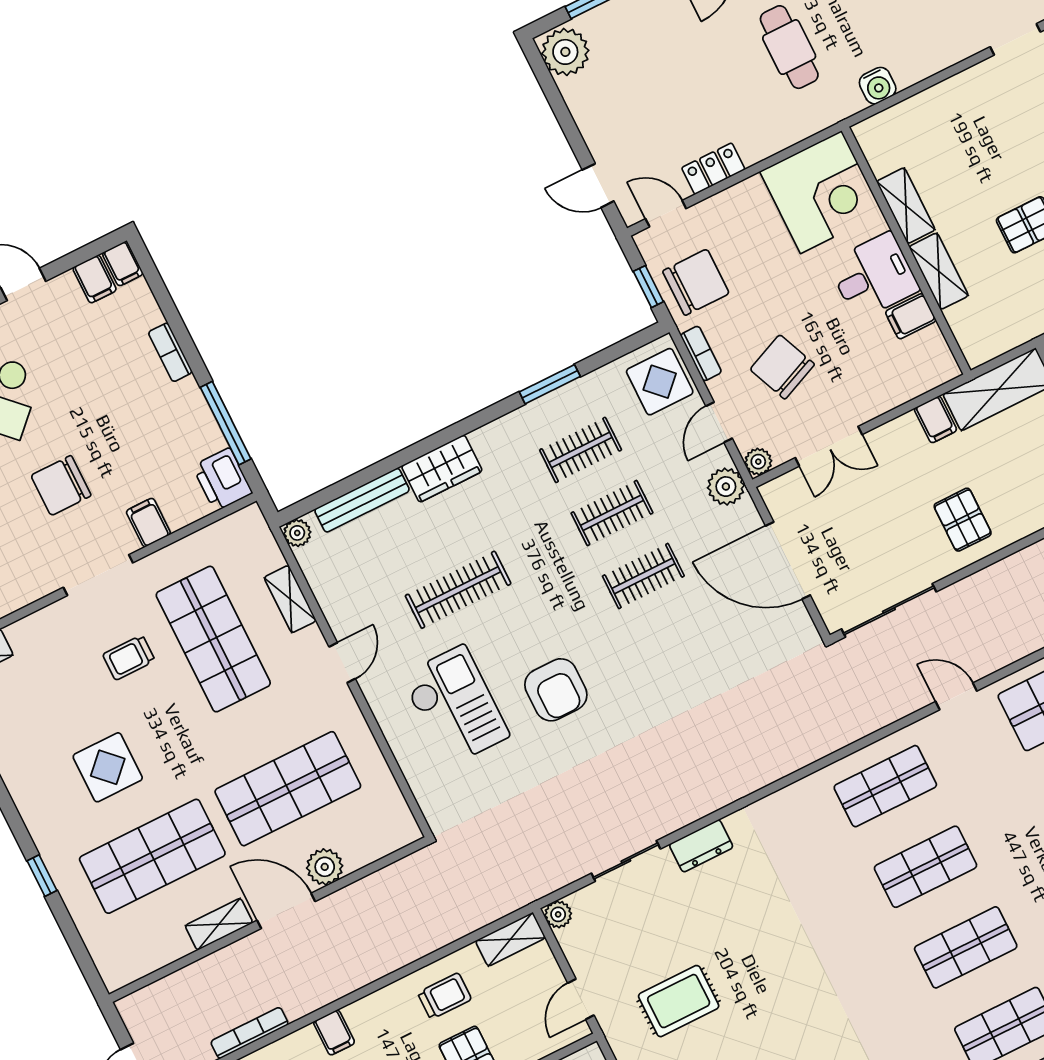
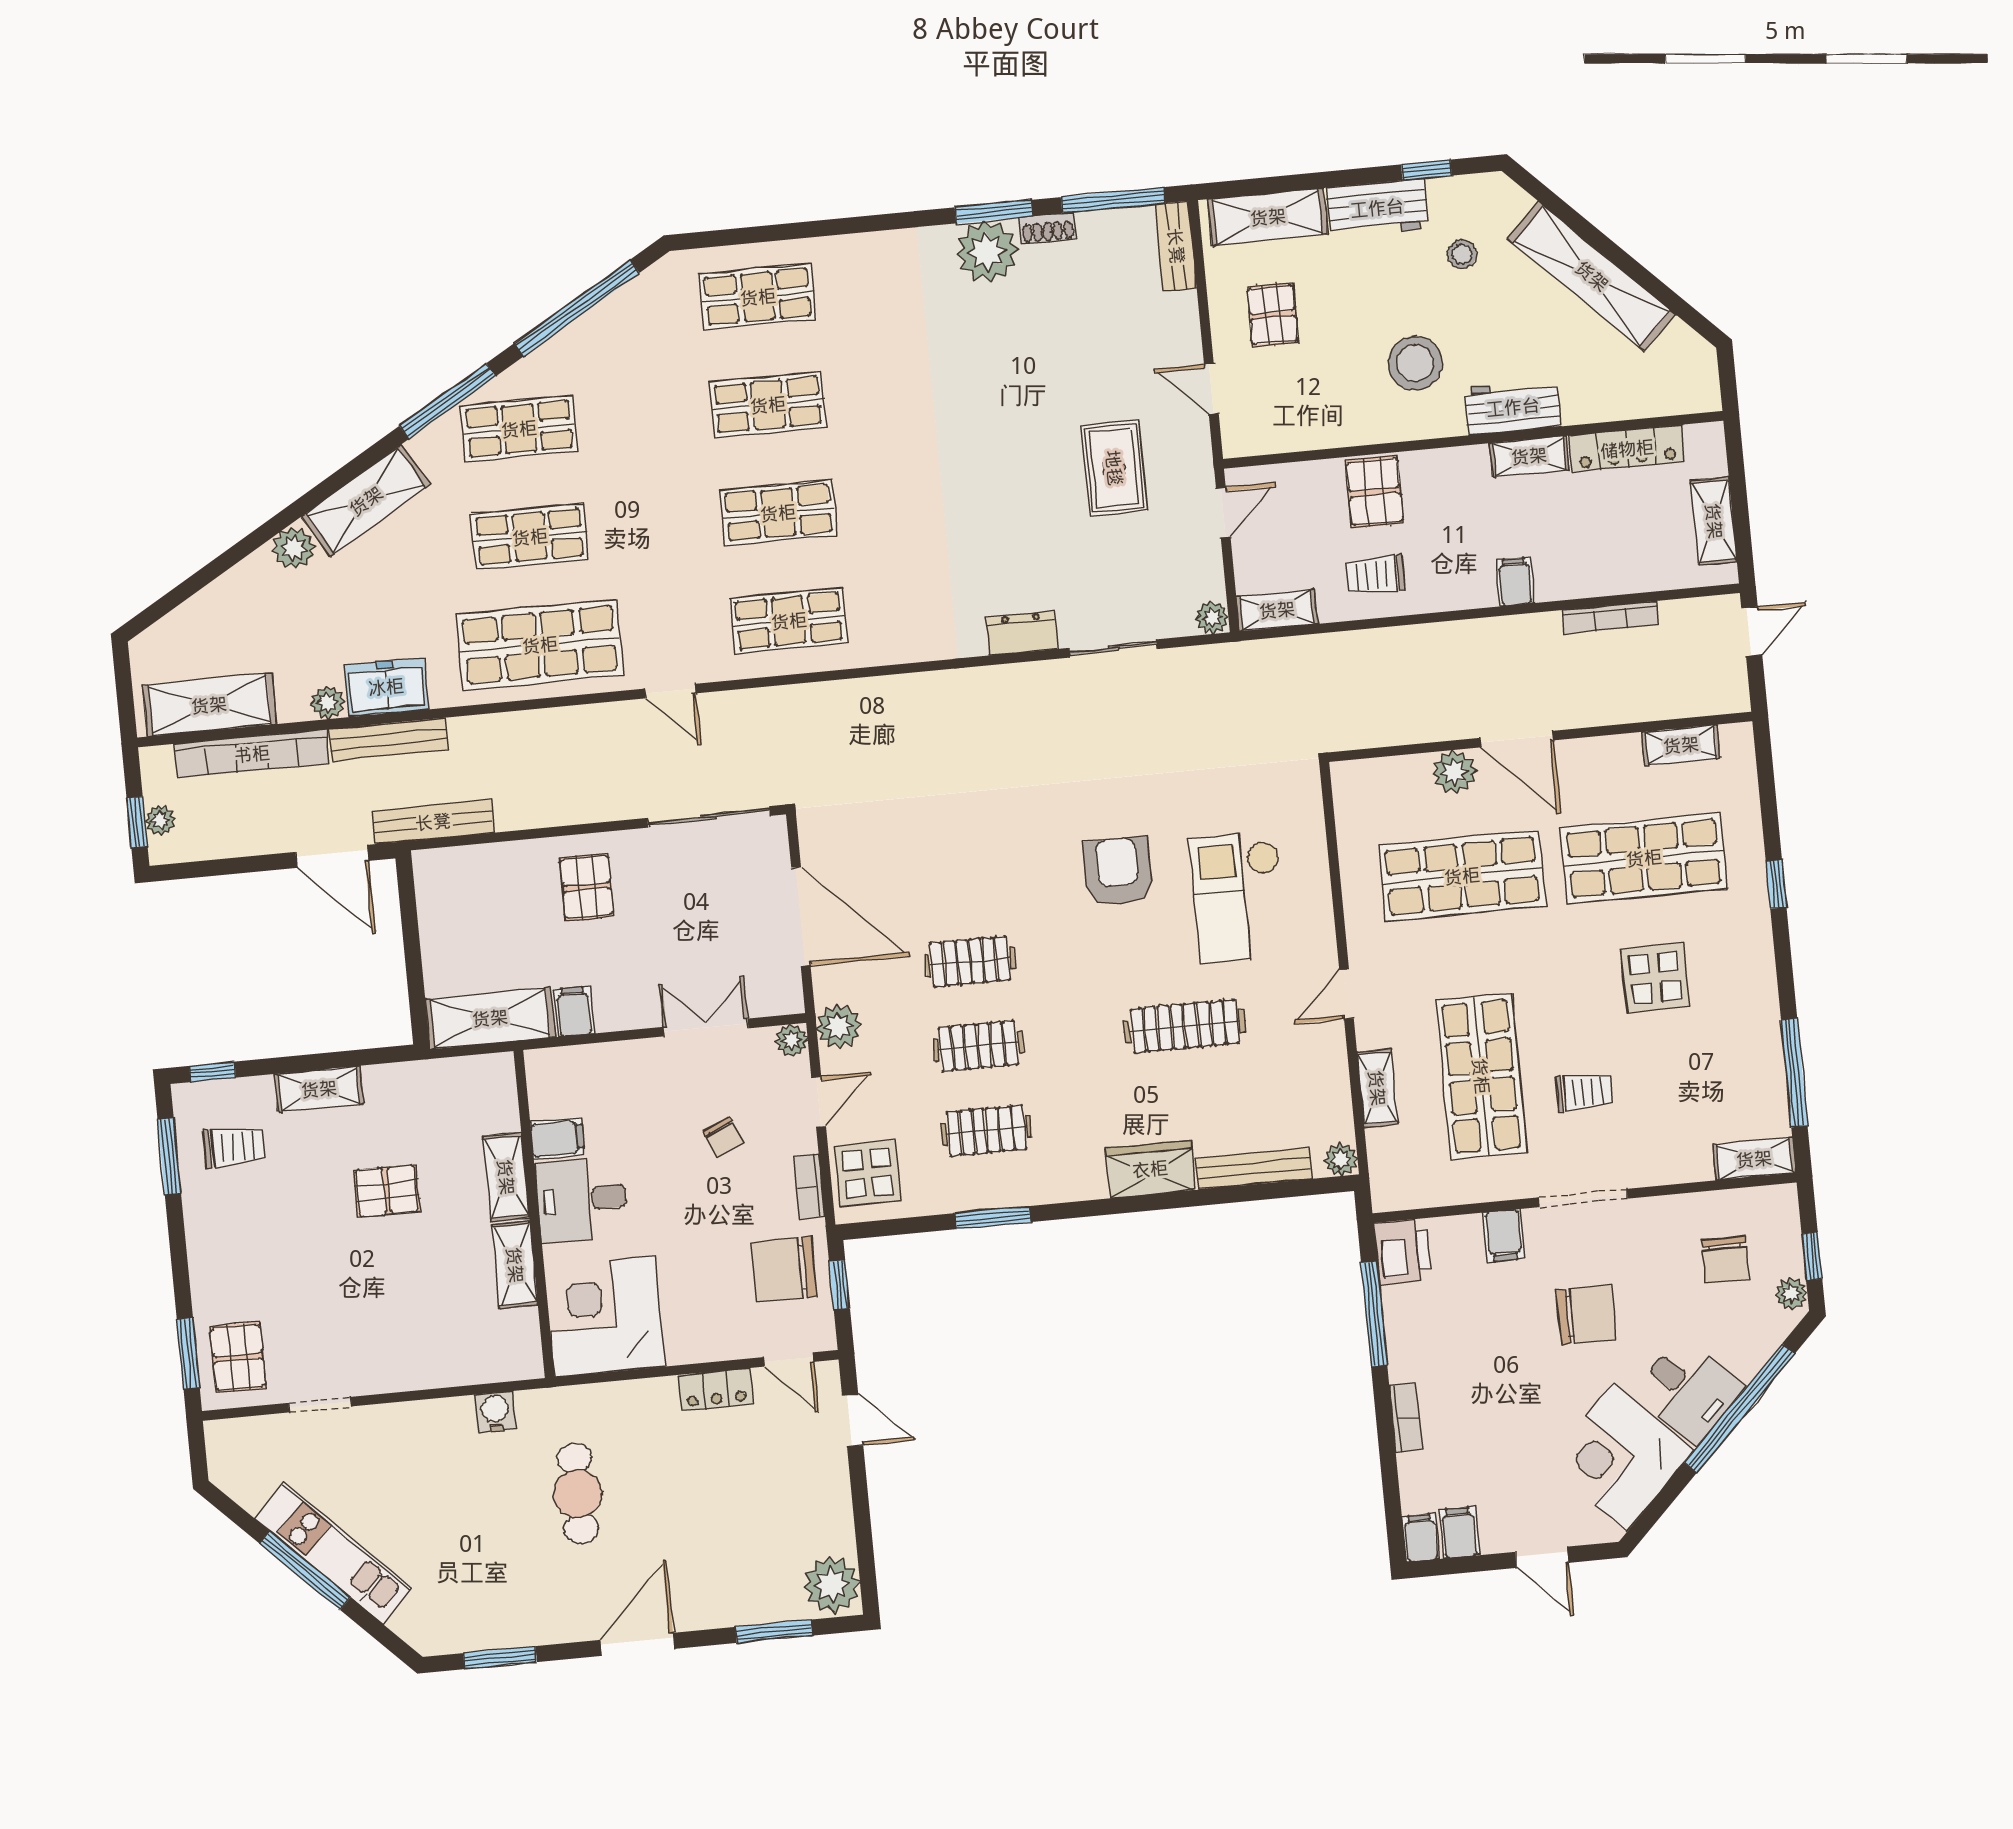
chair: (782, 367) -> (724, 1137), width x0.54, depth x0.54
shelving: (219, 924) -> (1681, 745), moved
rug: (679, 1001) -> (1114, 468), turned 90

